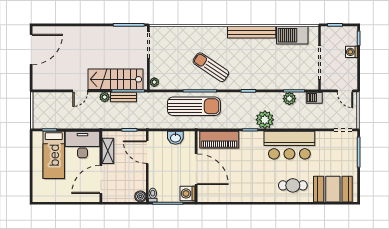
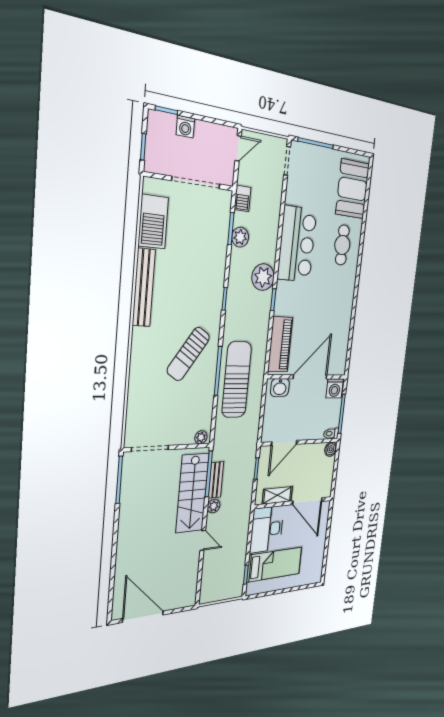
washbasin: (175, 138) -> (280, 387), moved, turned 90

